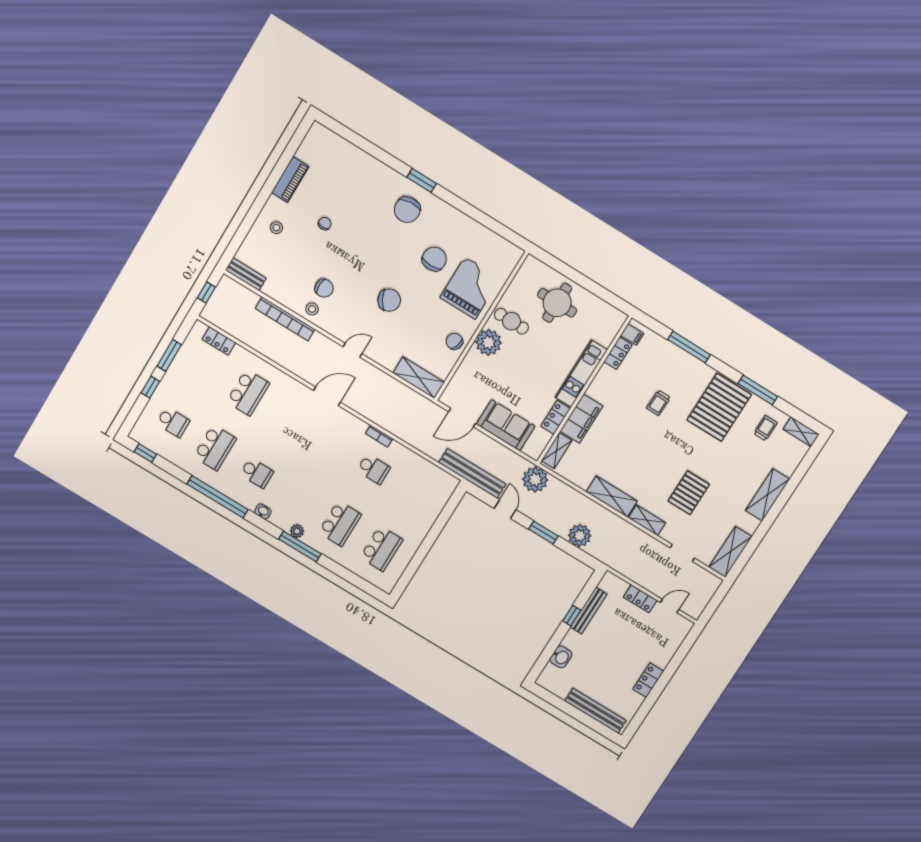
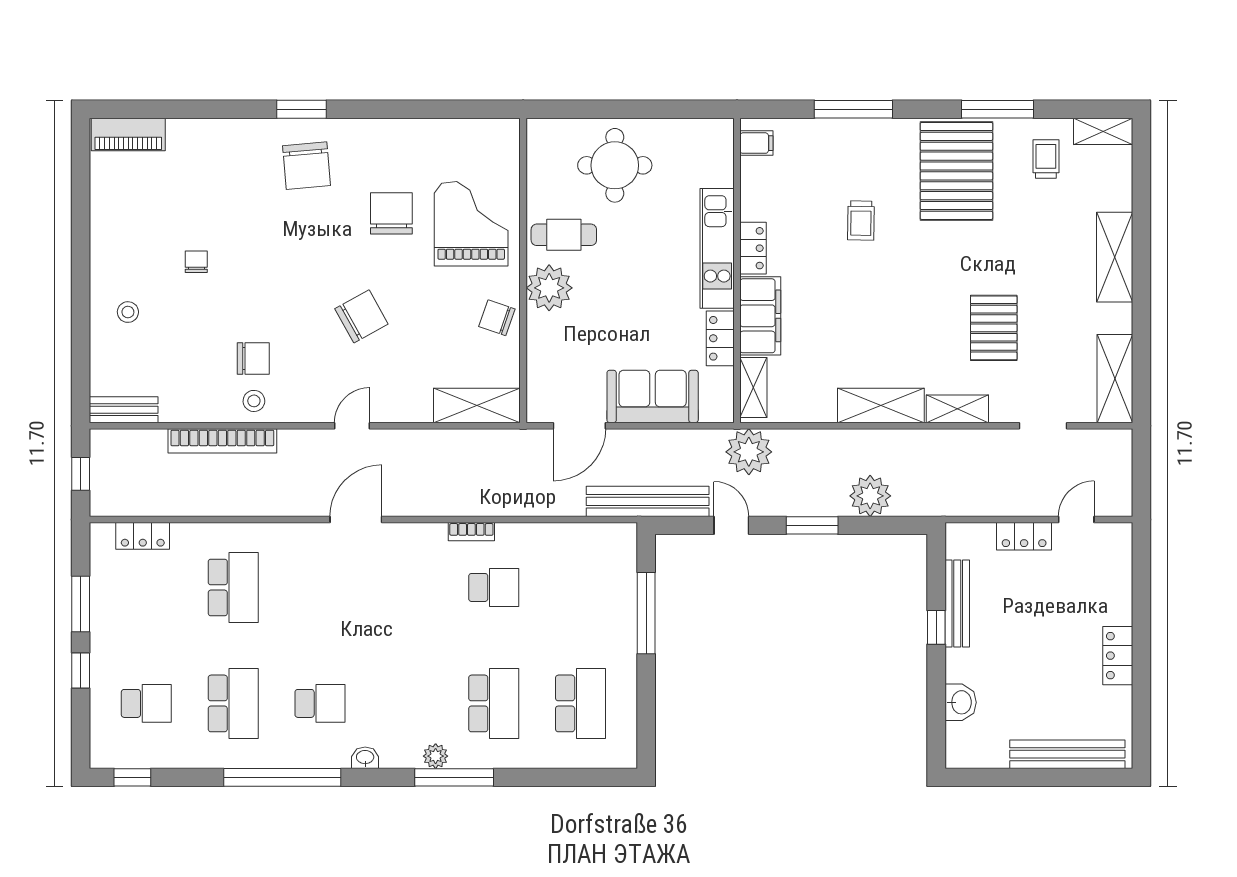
piano: (290, 180) -> (128, 135), moved, turned 90
locker: (618, 353) -> (753, 248), moved
window: (439, 525) -> (646, 613), added

